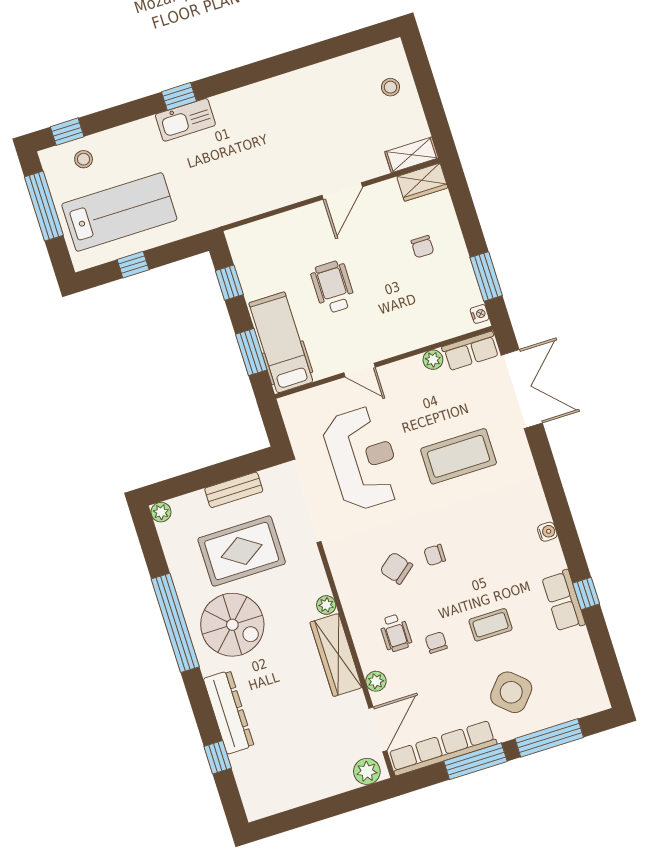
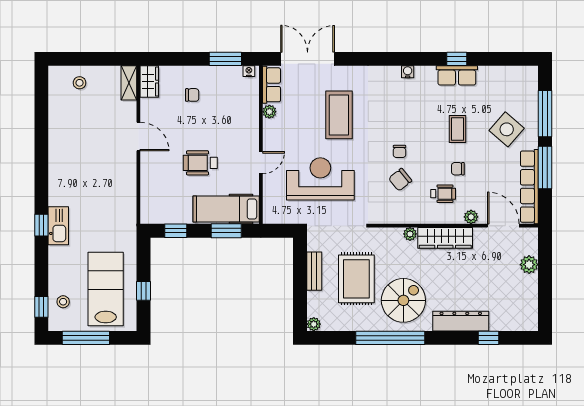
plant: (367, 771) -> (529, 265), moved

